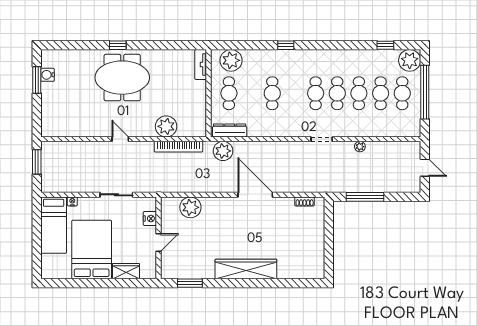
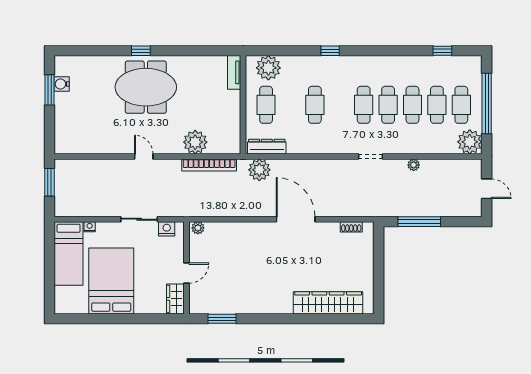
plant: (410, 60) -> (470, 142), moved
plant: (190, 207) -> (198, 228), moved, width x0.53, depth x0.53
nightstand: (150, 219) -> (167, 229), moved, turned -90
wardrobe: (246, 269) -> (328, 303), moved
wardrobe: (126, 271) -> (175, 299), moved, turned -90

